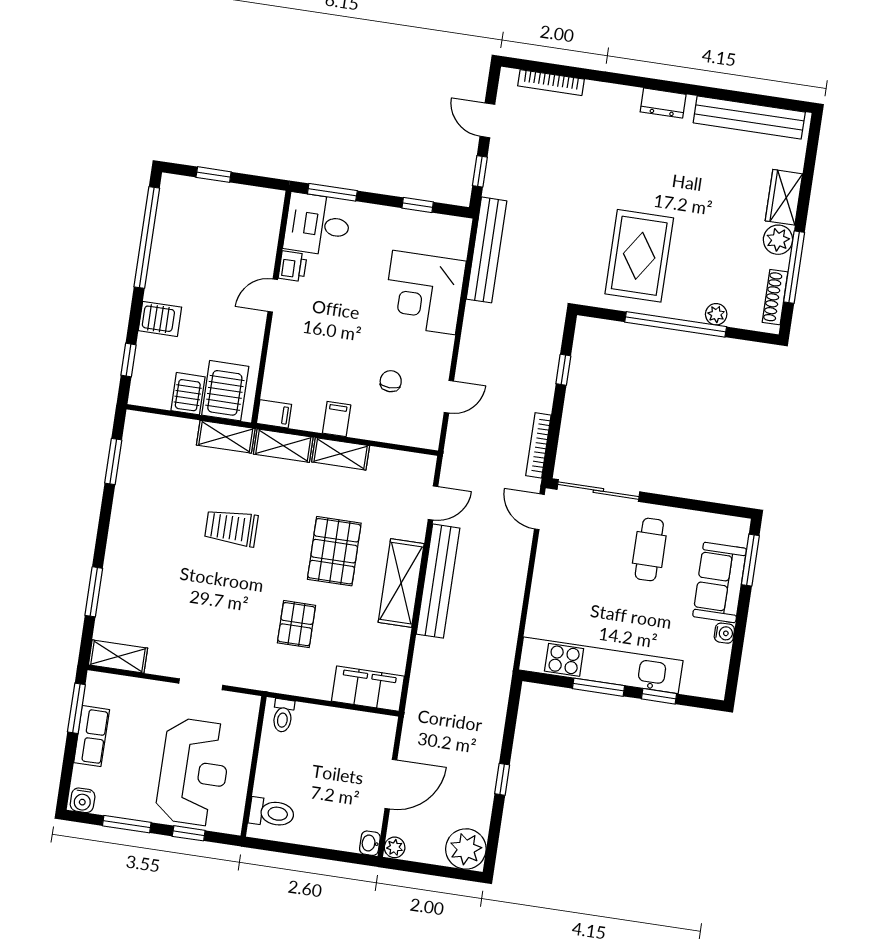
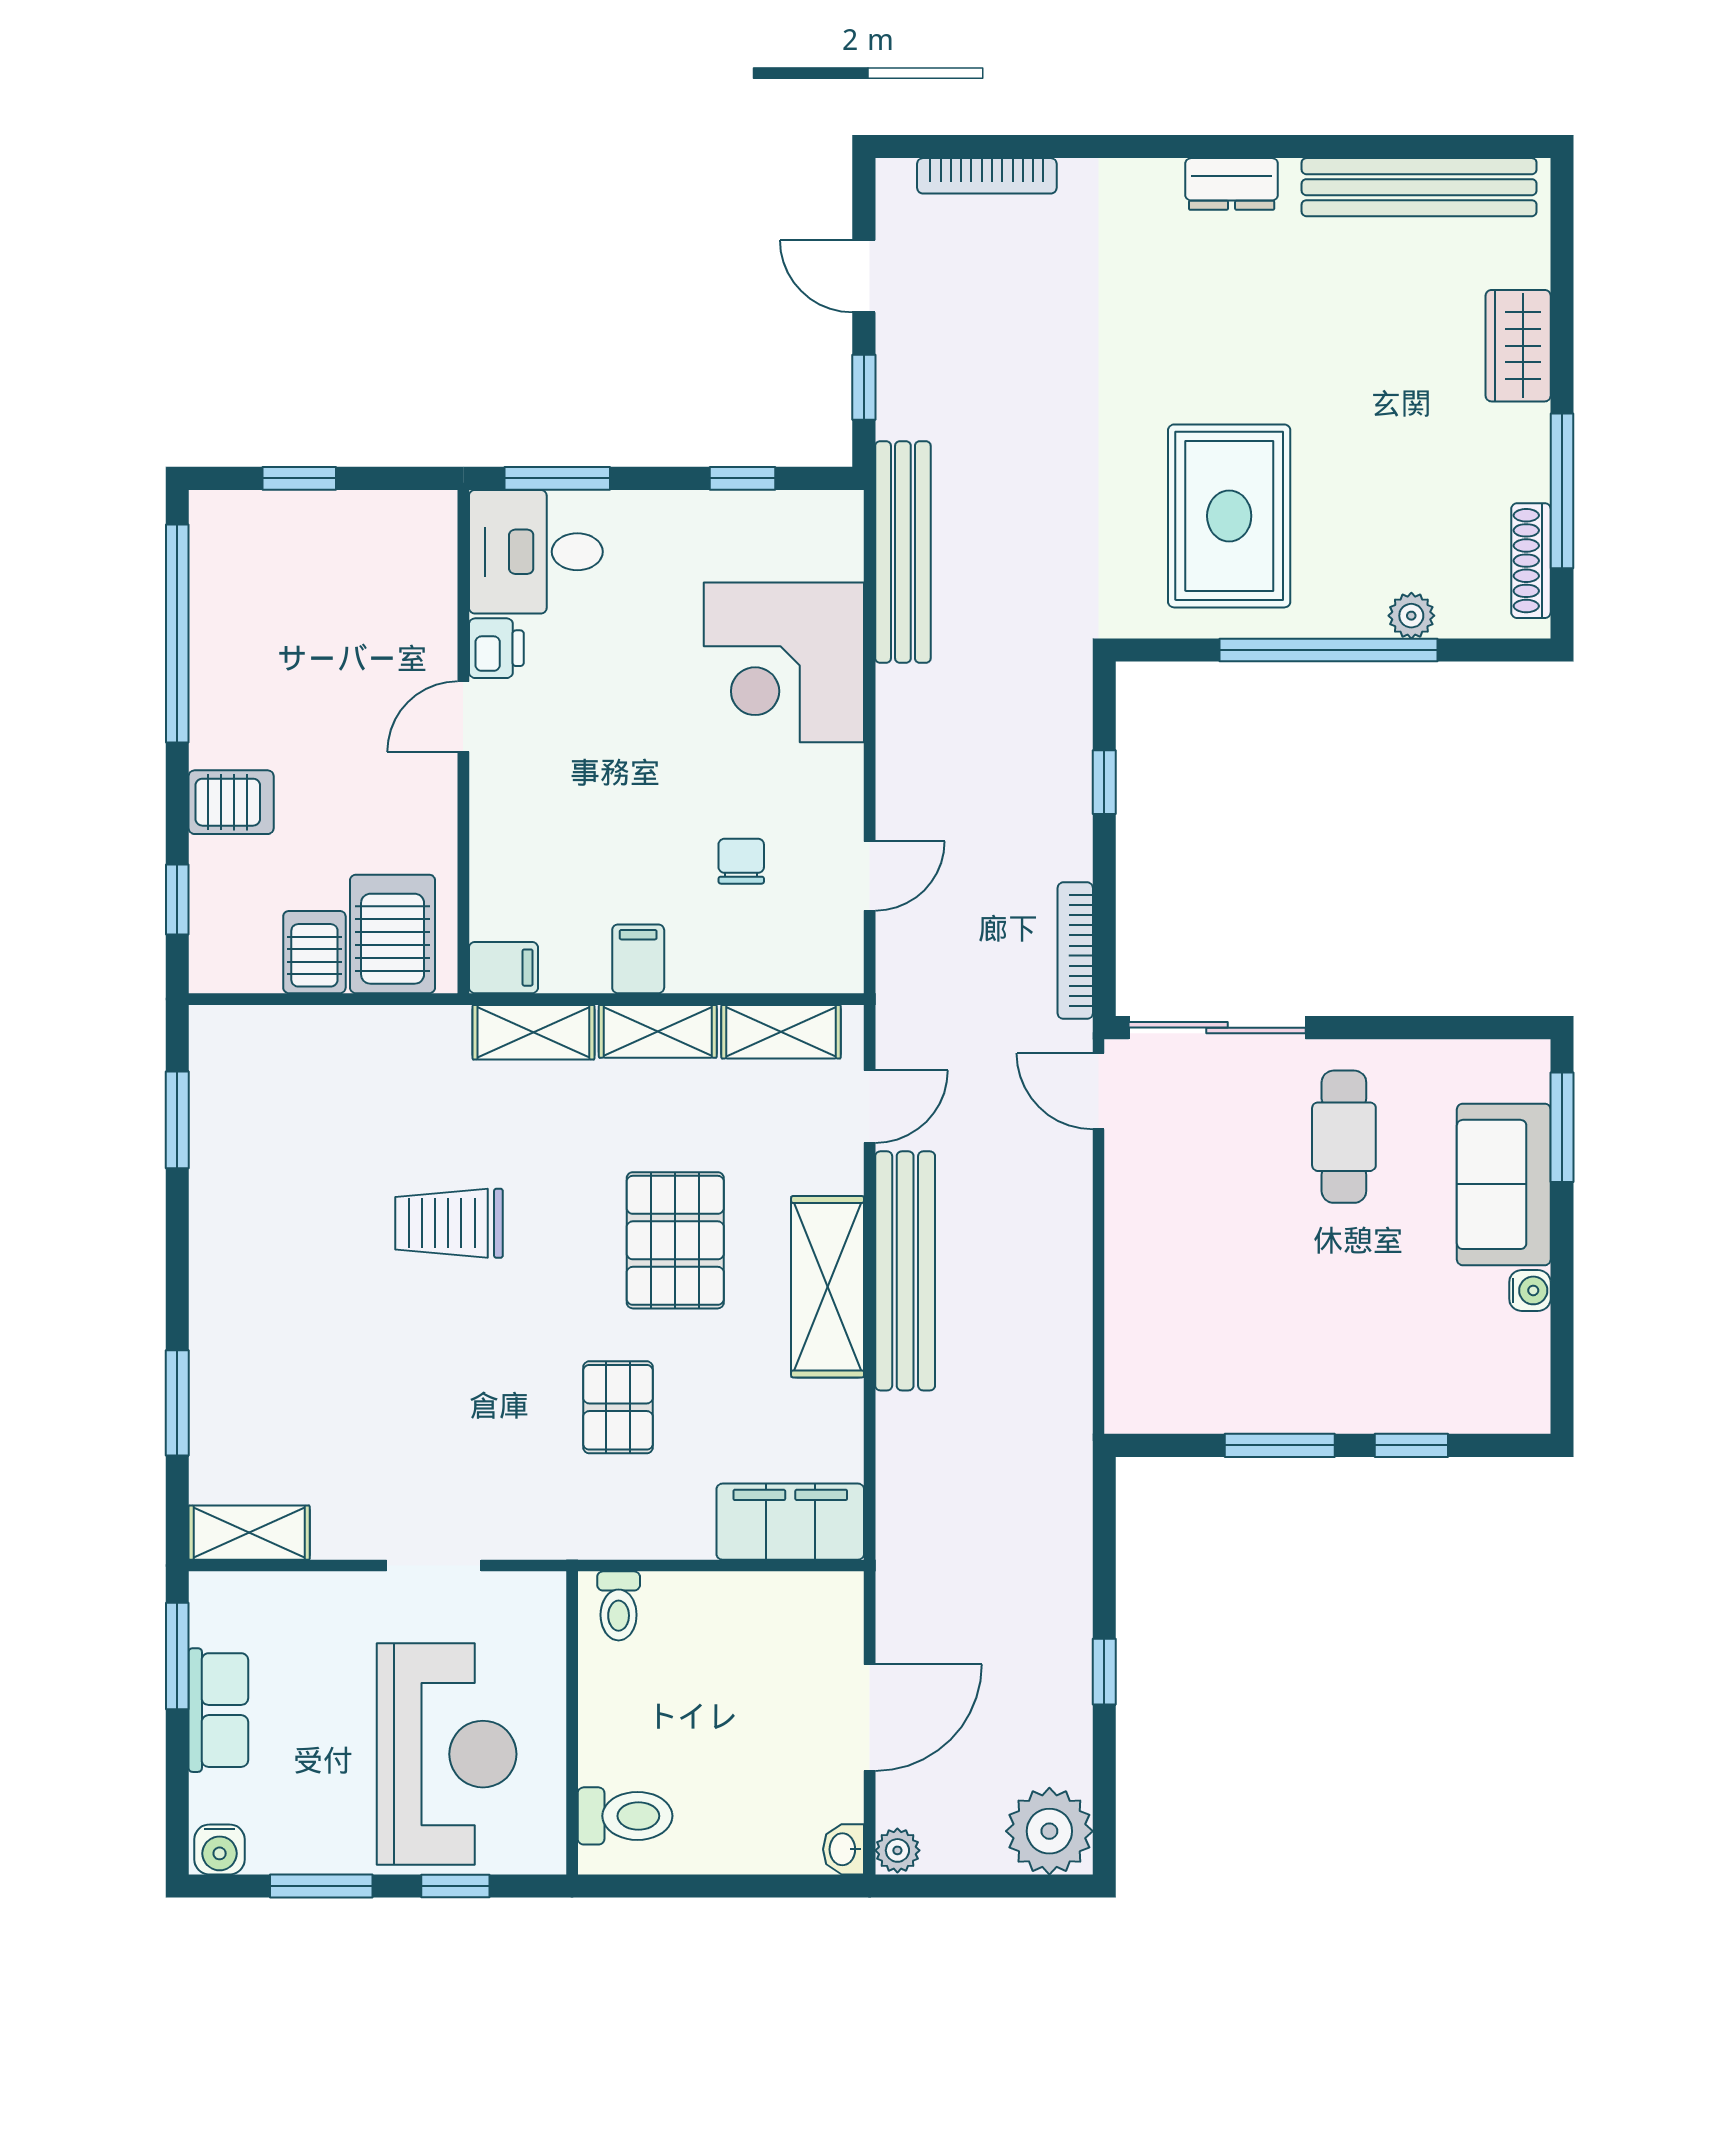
plant: (778, 240) -> (1519, 438), removed
shelving: (226, 437) -> (781, 1032), moved
kitchen unit: (601, 665) -> (1278, 1398), removed

